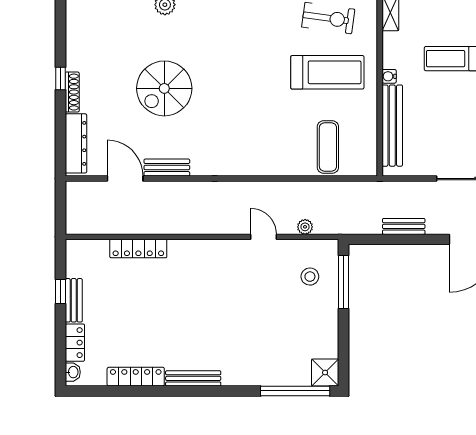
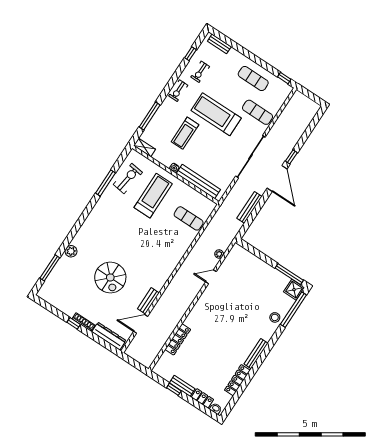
bench: (404, 226) -> (249, 207), width x1.36
stool: (310, 277) -> (275, 317), moved
window: (343, 282) -> (289, 274), moved

